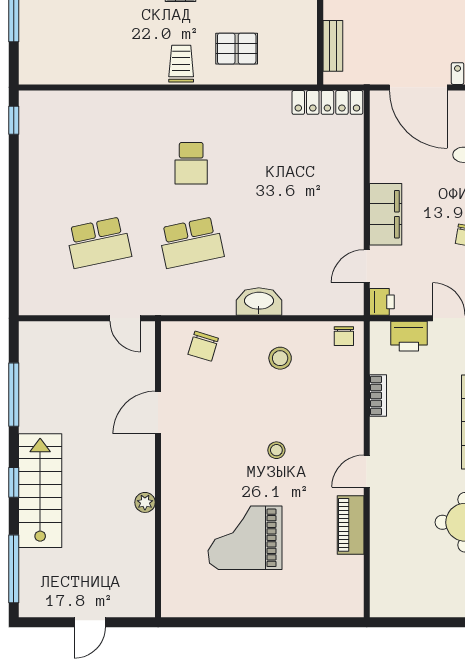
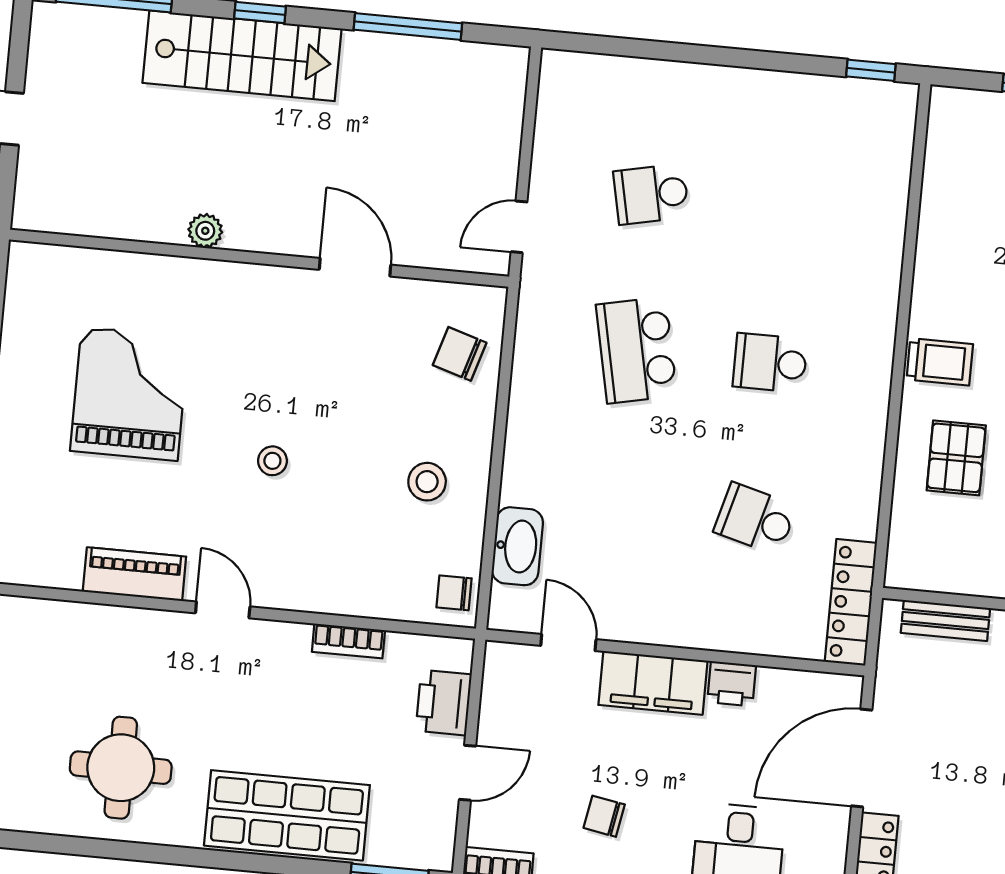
school desk: (284, 163) -> (755, 519), added
school desk: (99, 242) -> (651, 194), width x0.54
washbasin: (259, 302) -> (517, 546), moved
printer: (382, 302) -> (732, 684), moved

